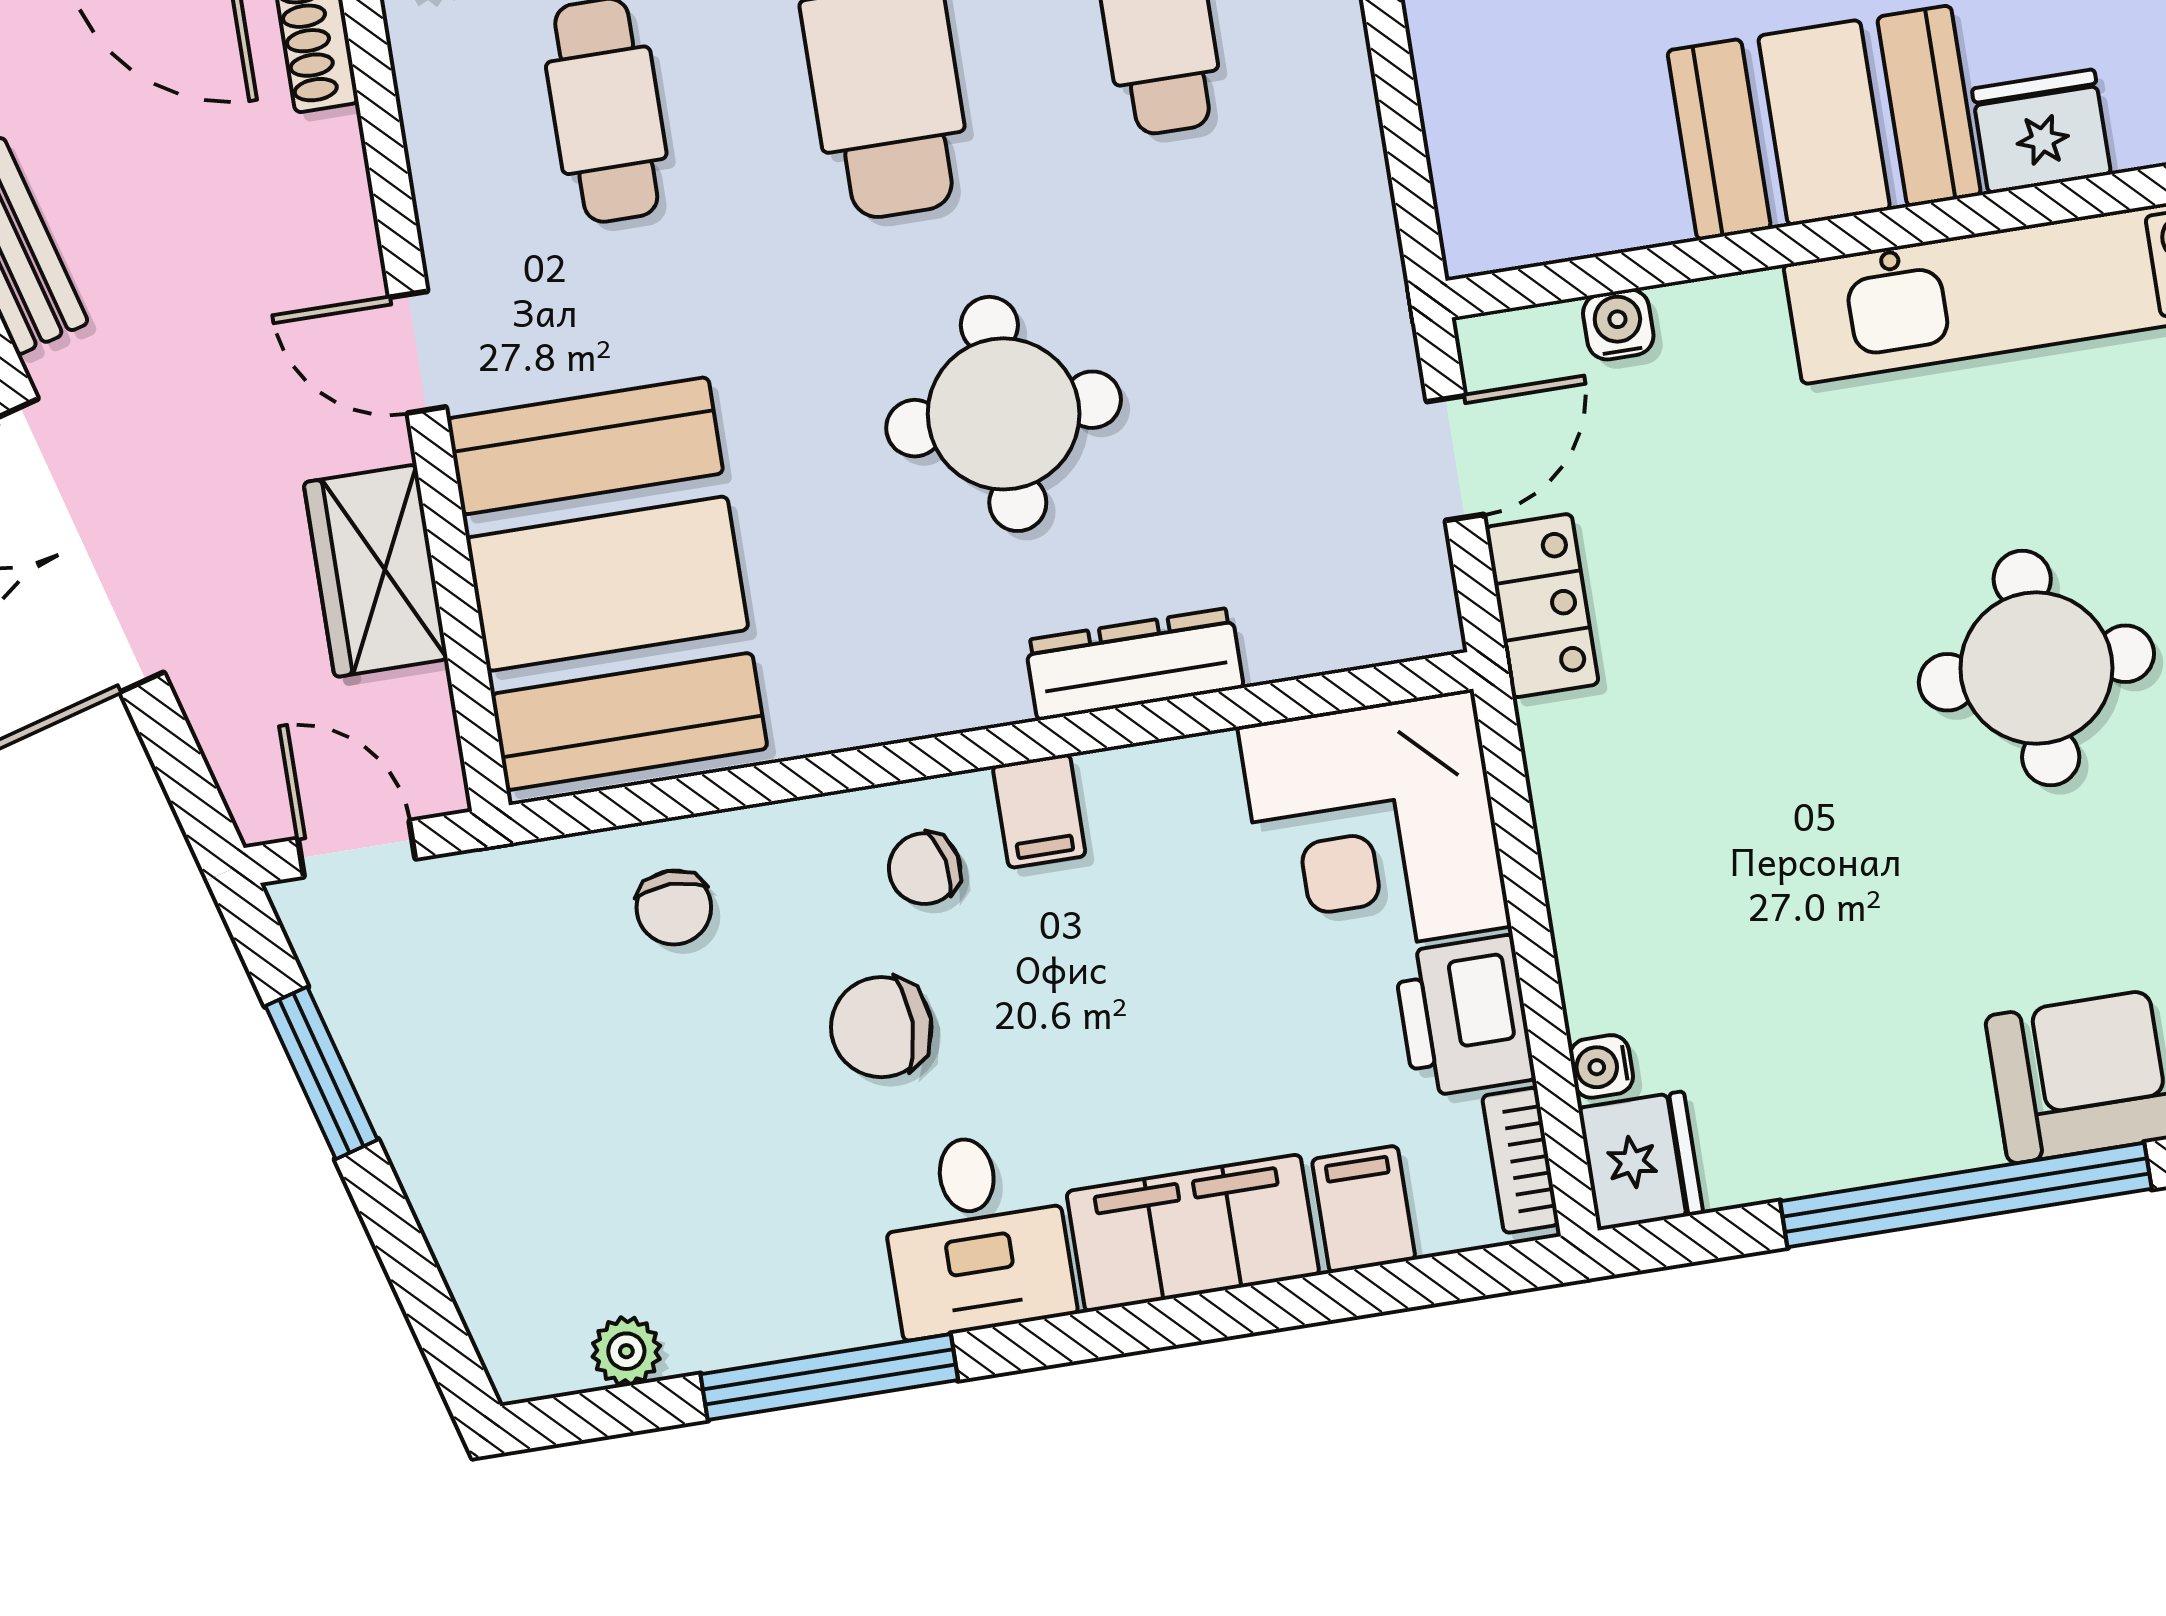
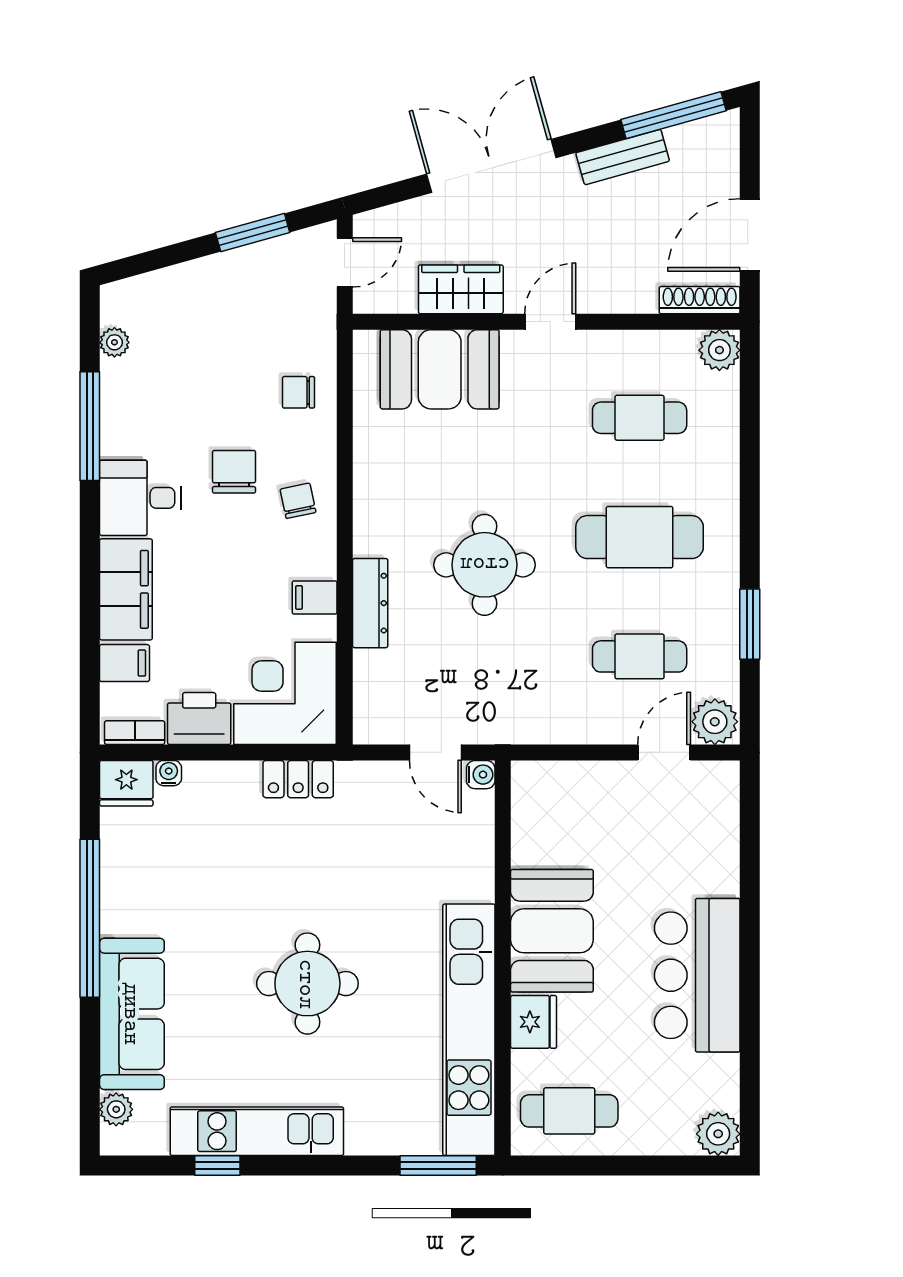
water cooler: (1618, 324) -> (481, 775), moved
booth: (607, 584) -> (440, 369), width x0.73, depth x0.70
locker: (1542, 606) -> (298, 779), moved
filing cabinet: (1039, 811) -> (315, 597), moved

